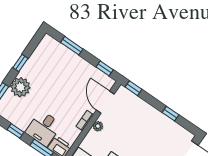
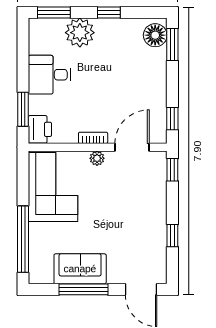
floor lamp: (51, 46) -> (155, 35), added
window: (72, 46) -> (172, 45), moved
desk: (44, 128) -> (49, 75), moved
window: (16, 131) -> (23, 63), removed

